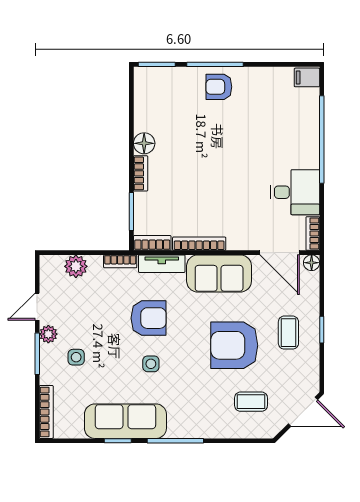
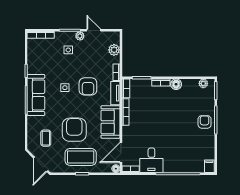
plant: (143, 89) -> (203, 83), added
coffee table: (288, 333) -> (81, 157), width x1.86, depth x1.72
sofa: (125, 421) -> (36, 95), moved

